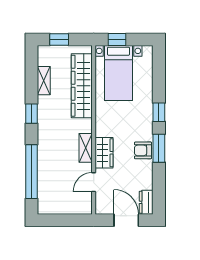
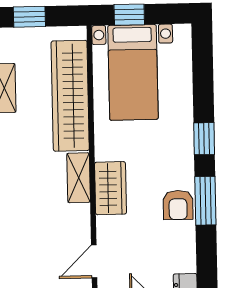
shelving: (86, 148) -> (79, 178), moved
armchair: (143, 150) -> (178, 205), turned -90
wardrobe: (104, 153) -> (110, 188), moved

